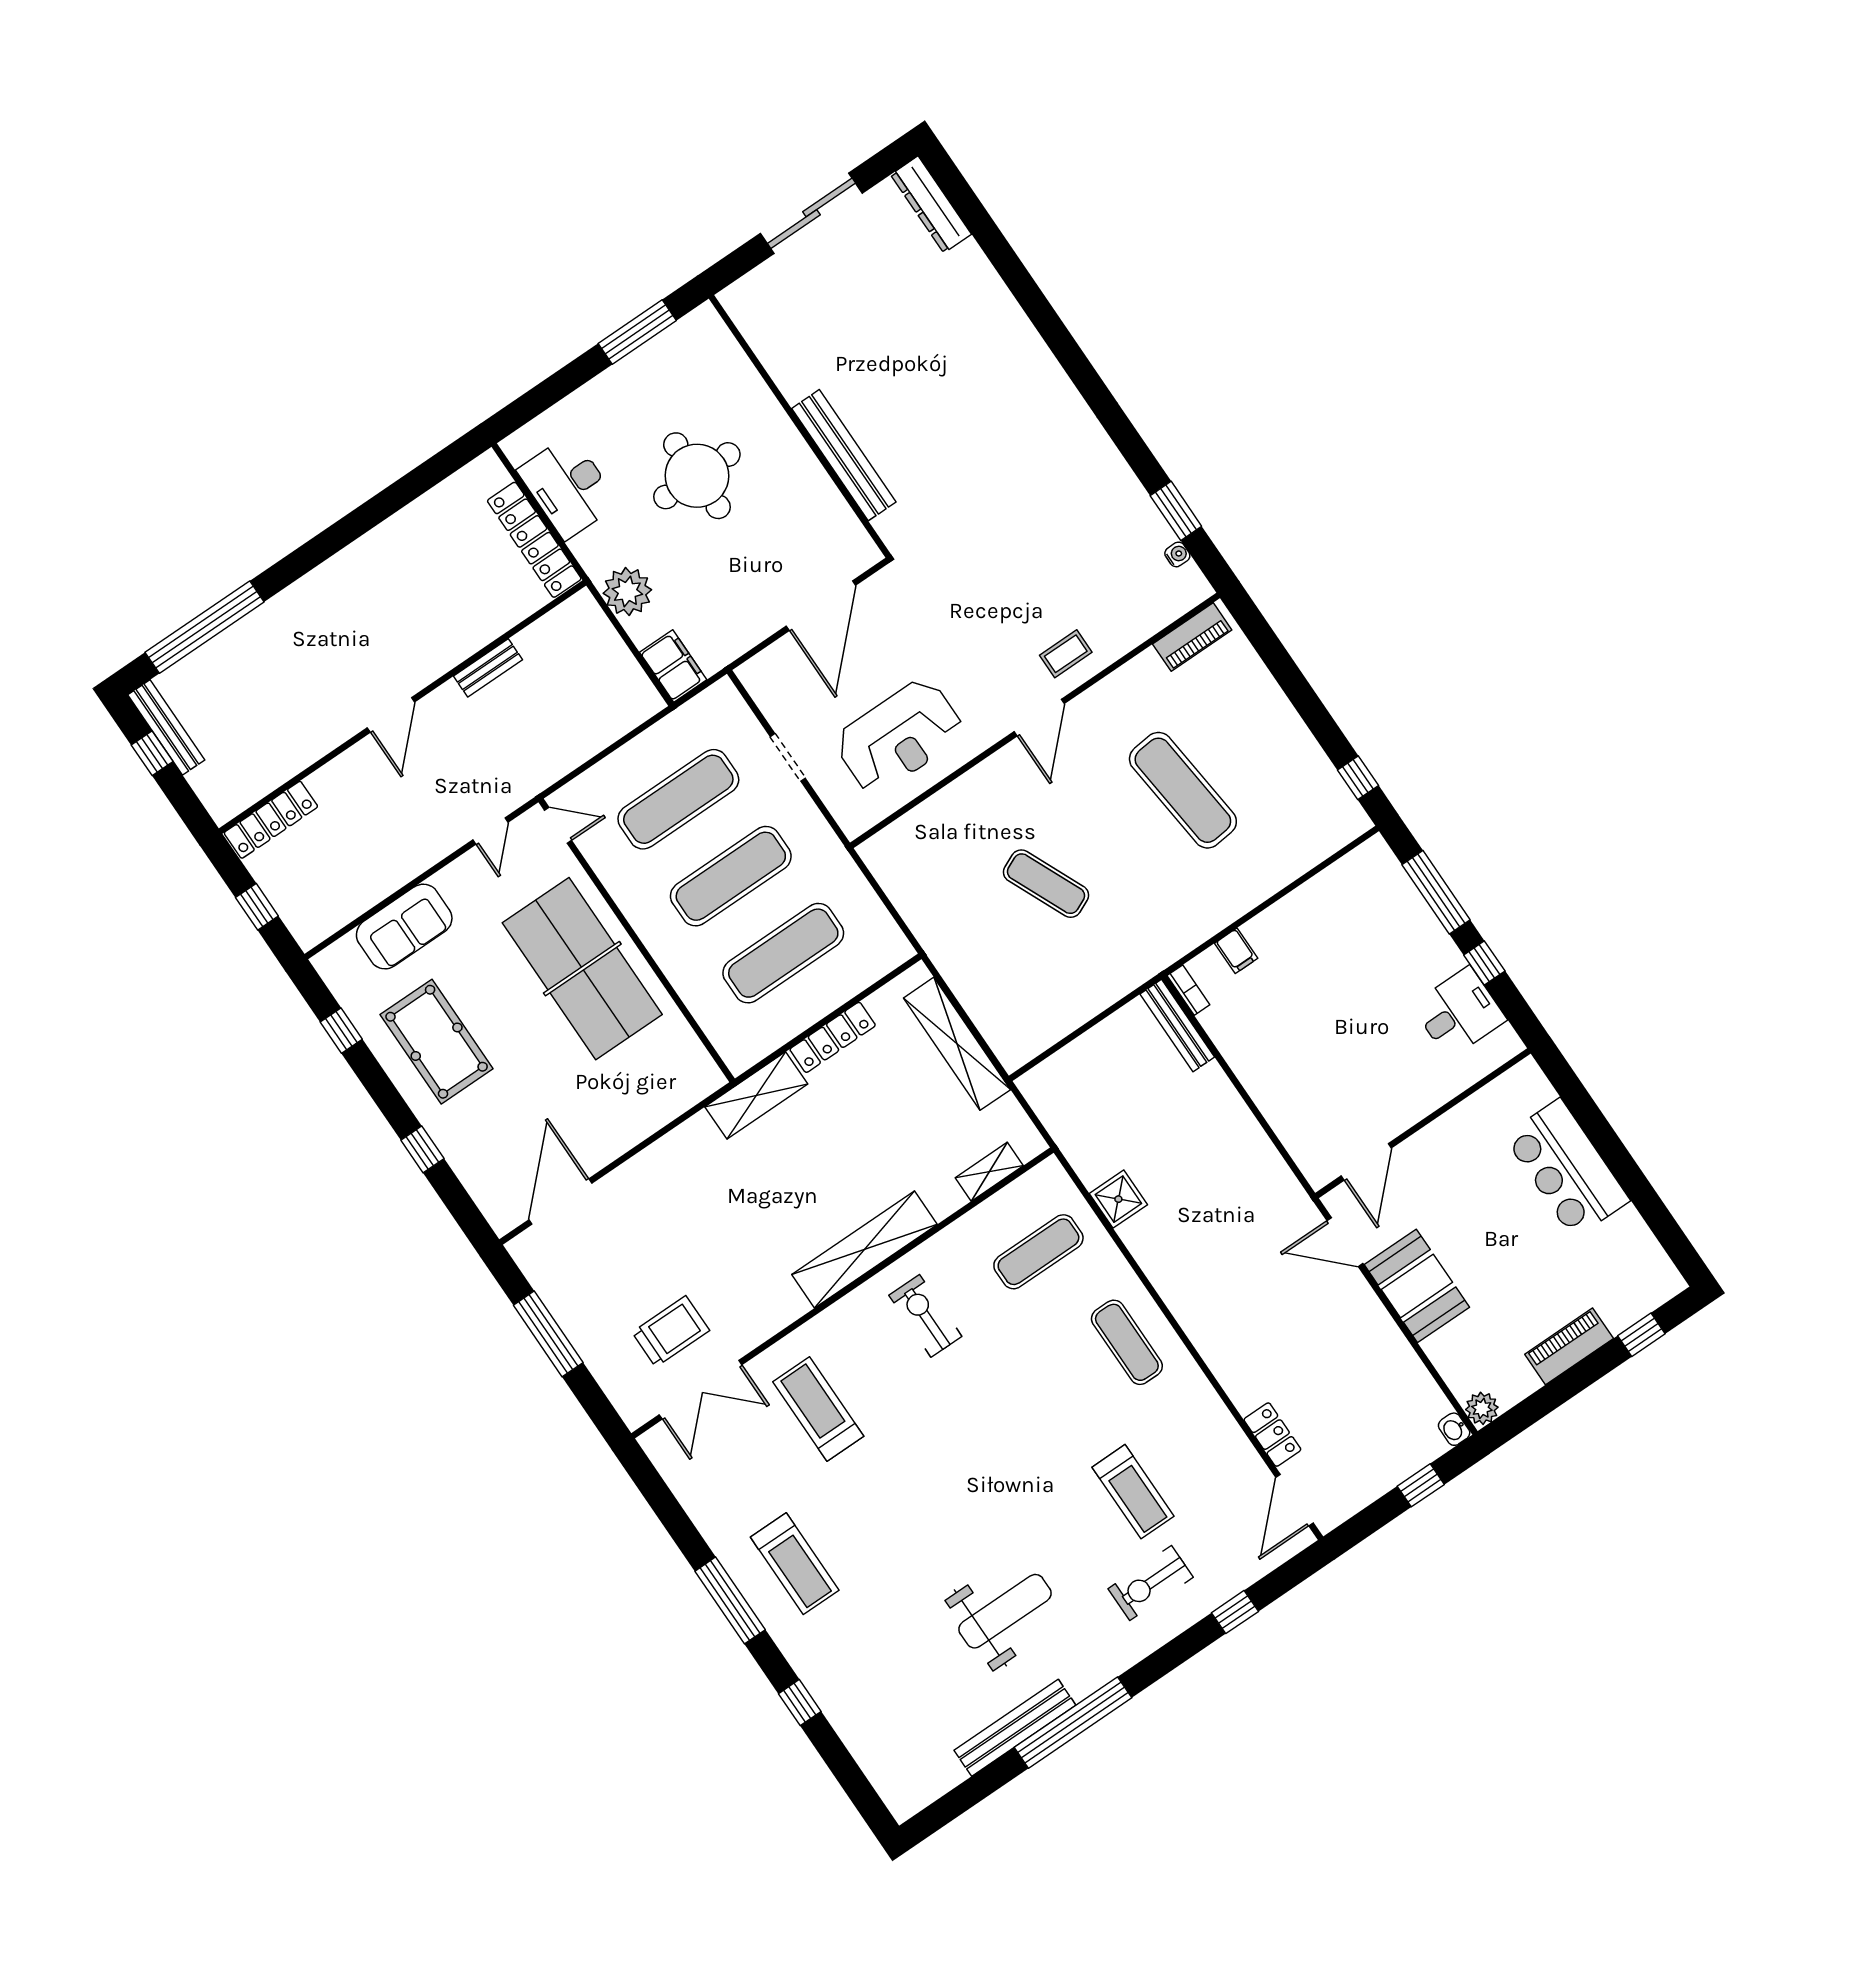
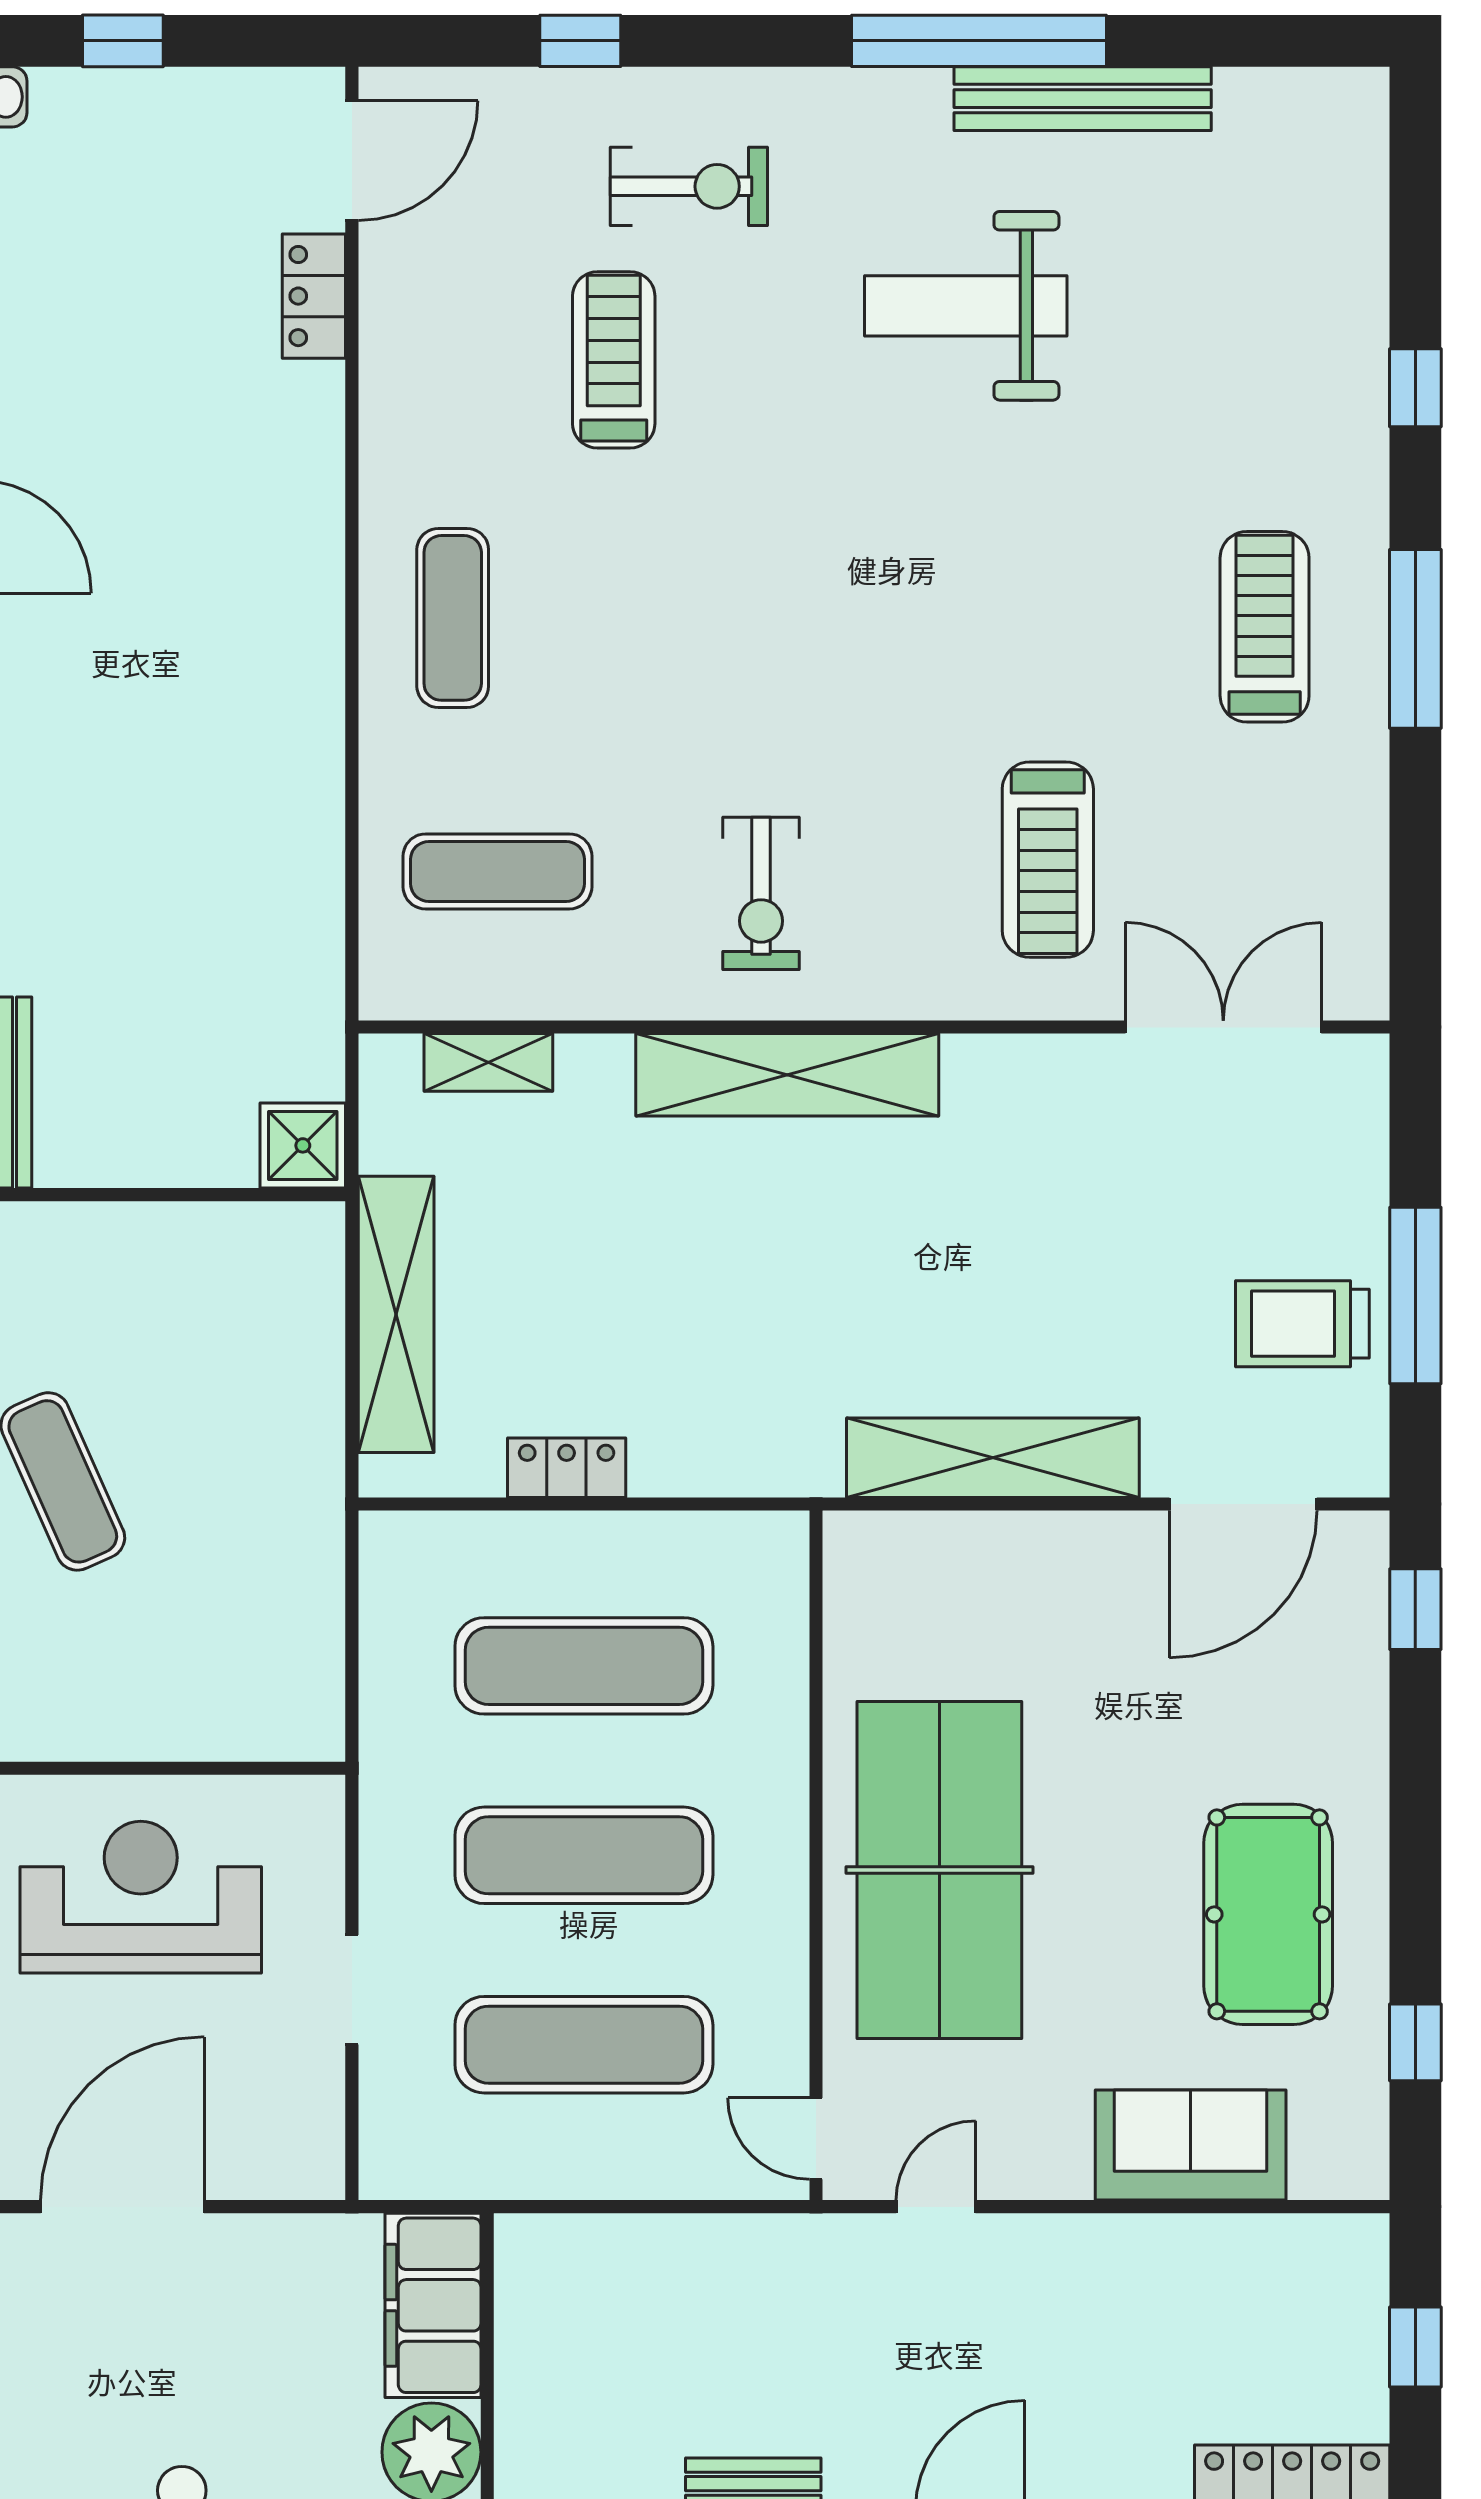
filing cabinet: (673, 666) -> (433, 2305), width x1.50, depth x1.17
locker: (833, 1037) -> (567, 1468), width x0.66
shelving: (756, 1095) -> (993, 1458), moved, width x1.47
window: (422, 1149) -> (1415, 1609), moved
shower: (1118, 1199) -> (303, 1145), moved
trolley: (671, 1331) -> (1302, 1324), moved

